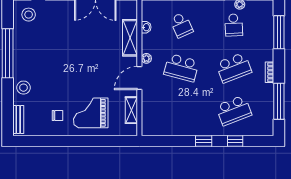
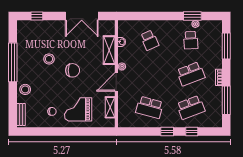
stool: (29, 15) -> (49, 59), moved
chair: (84, 63) -> (73, 70), added
school desk: (181, 68) -> (150, 107), moved

